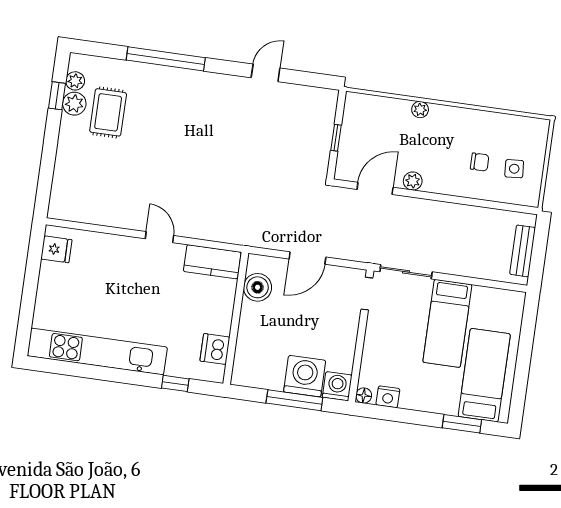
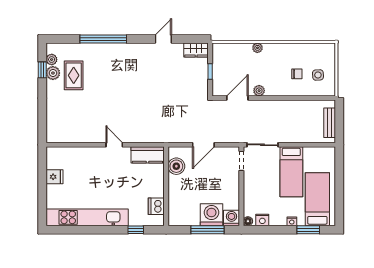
wardrobe: (317, 99) -> (196, 50), added
fridge: (56, 249) -> (54, 177), moved
nightstand: (437, 406) -> (292, 221), added

